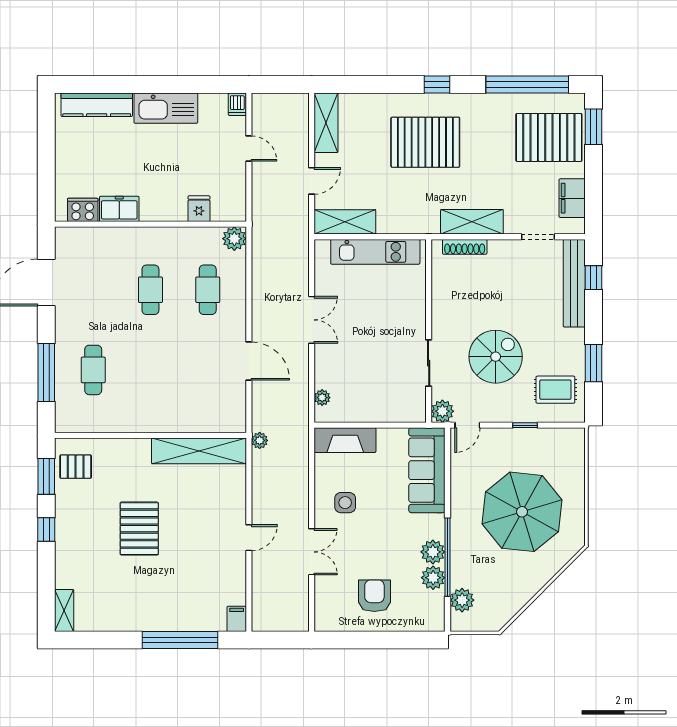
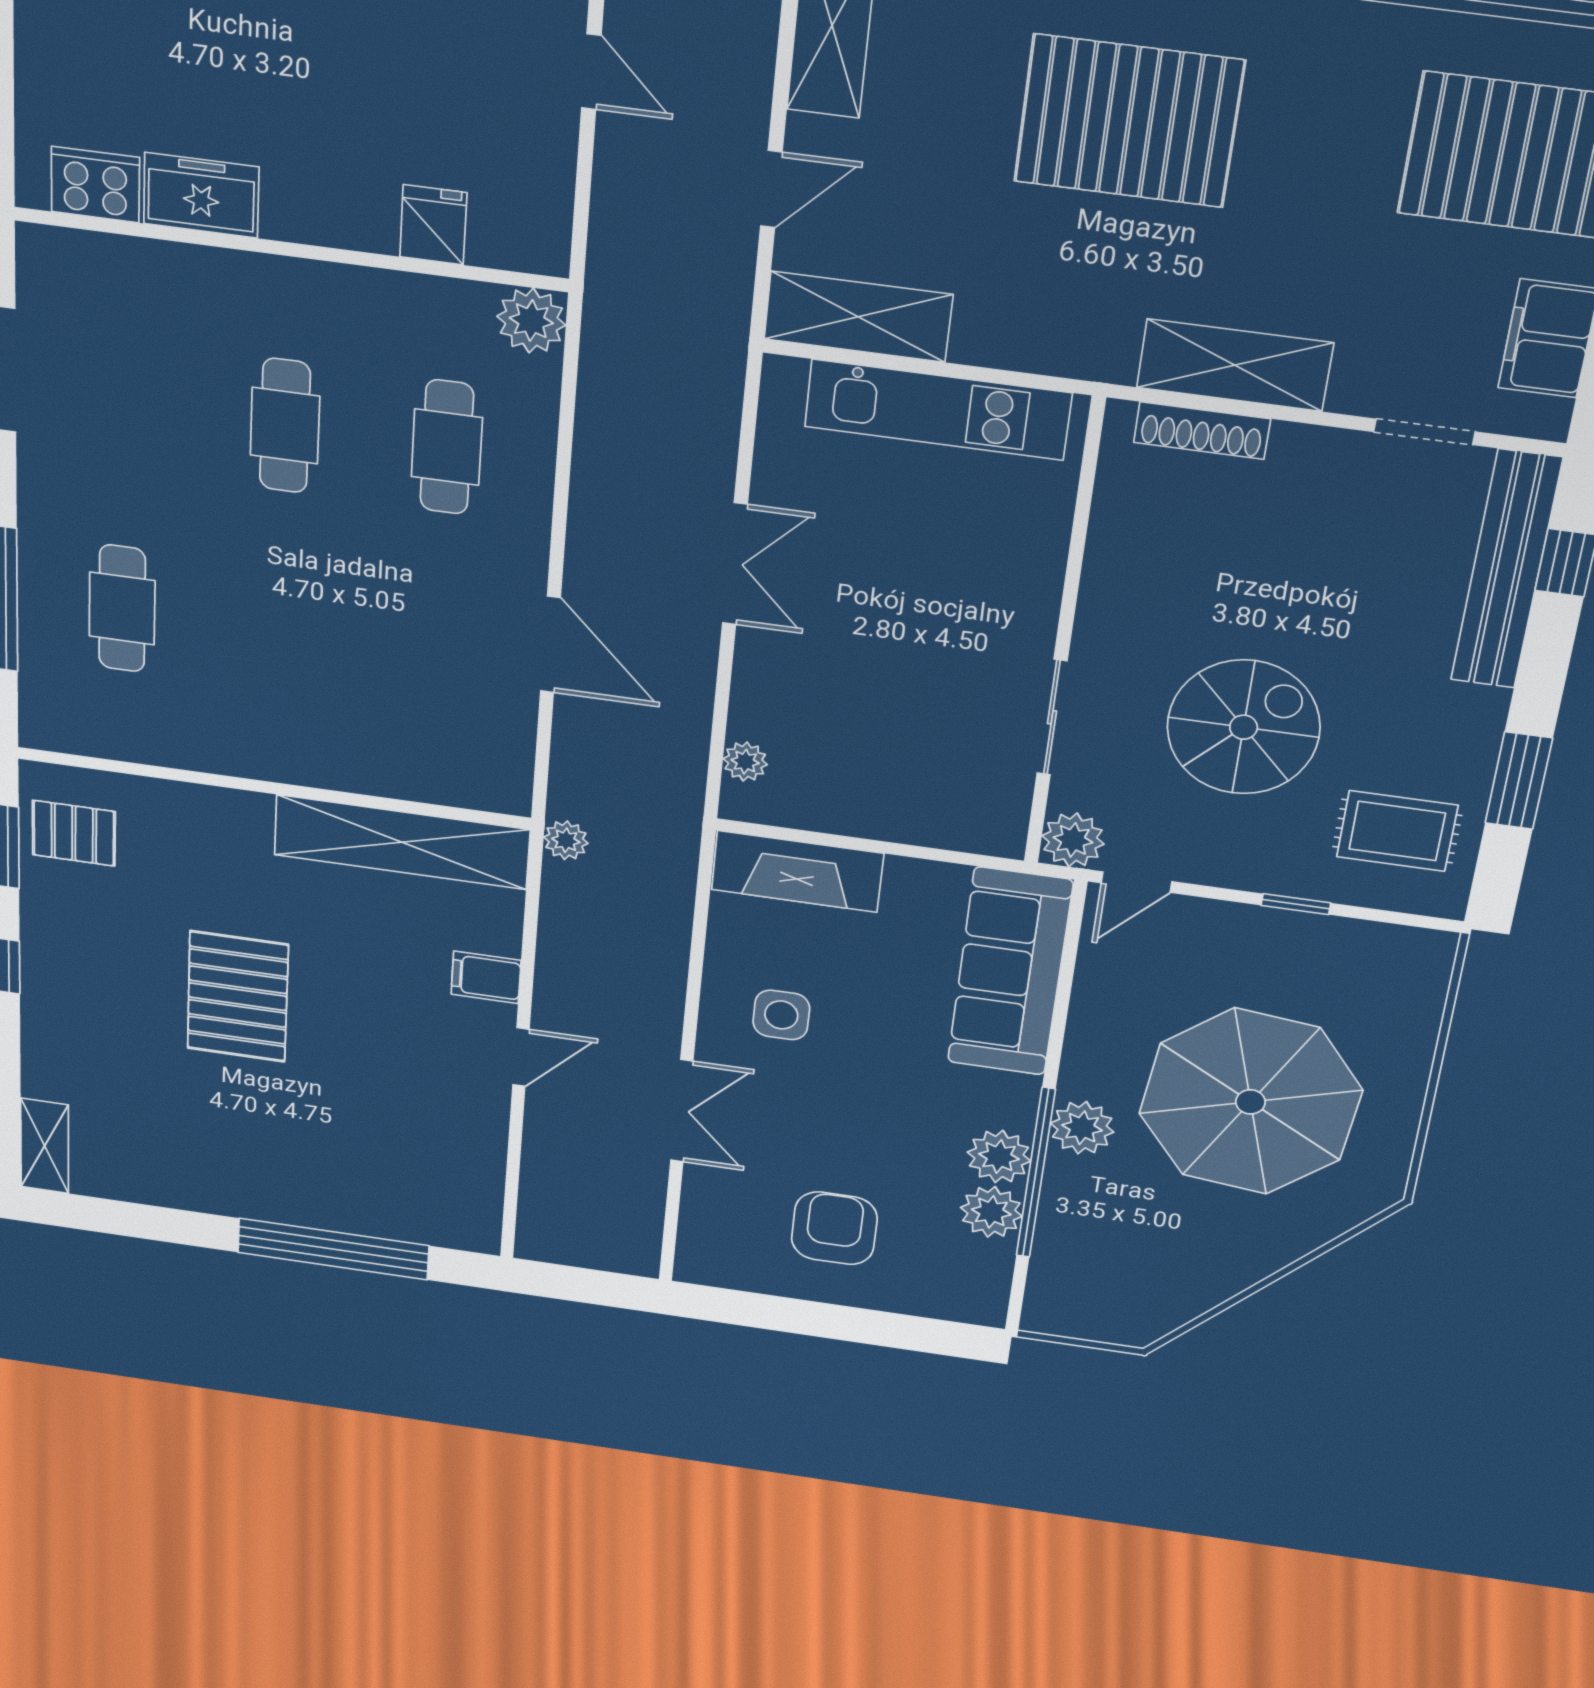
plant: (462, 600) -> (1082, 1128), moved
filing cabinet: (237, 619) -> (486, 977), moved, turned -90

